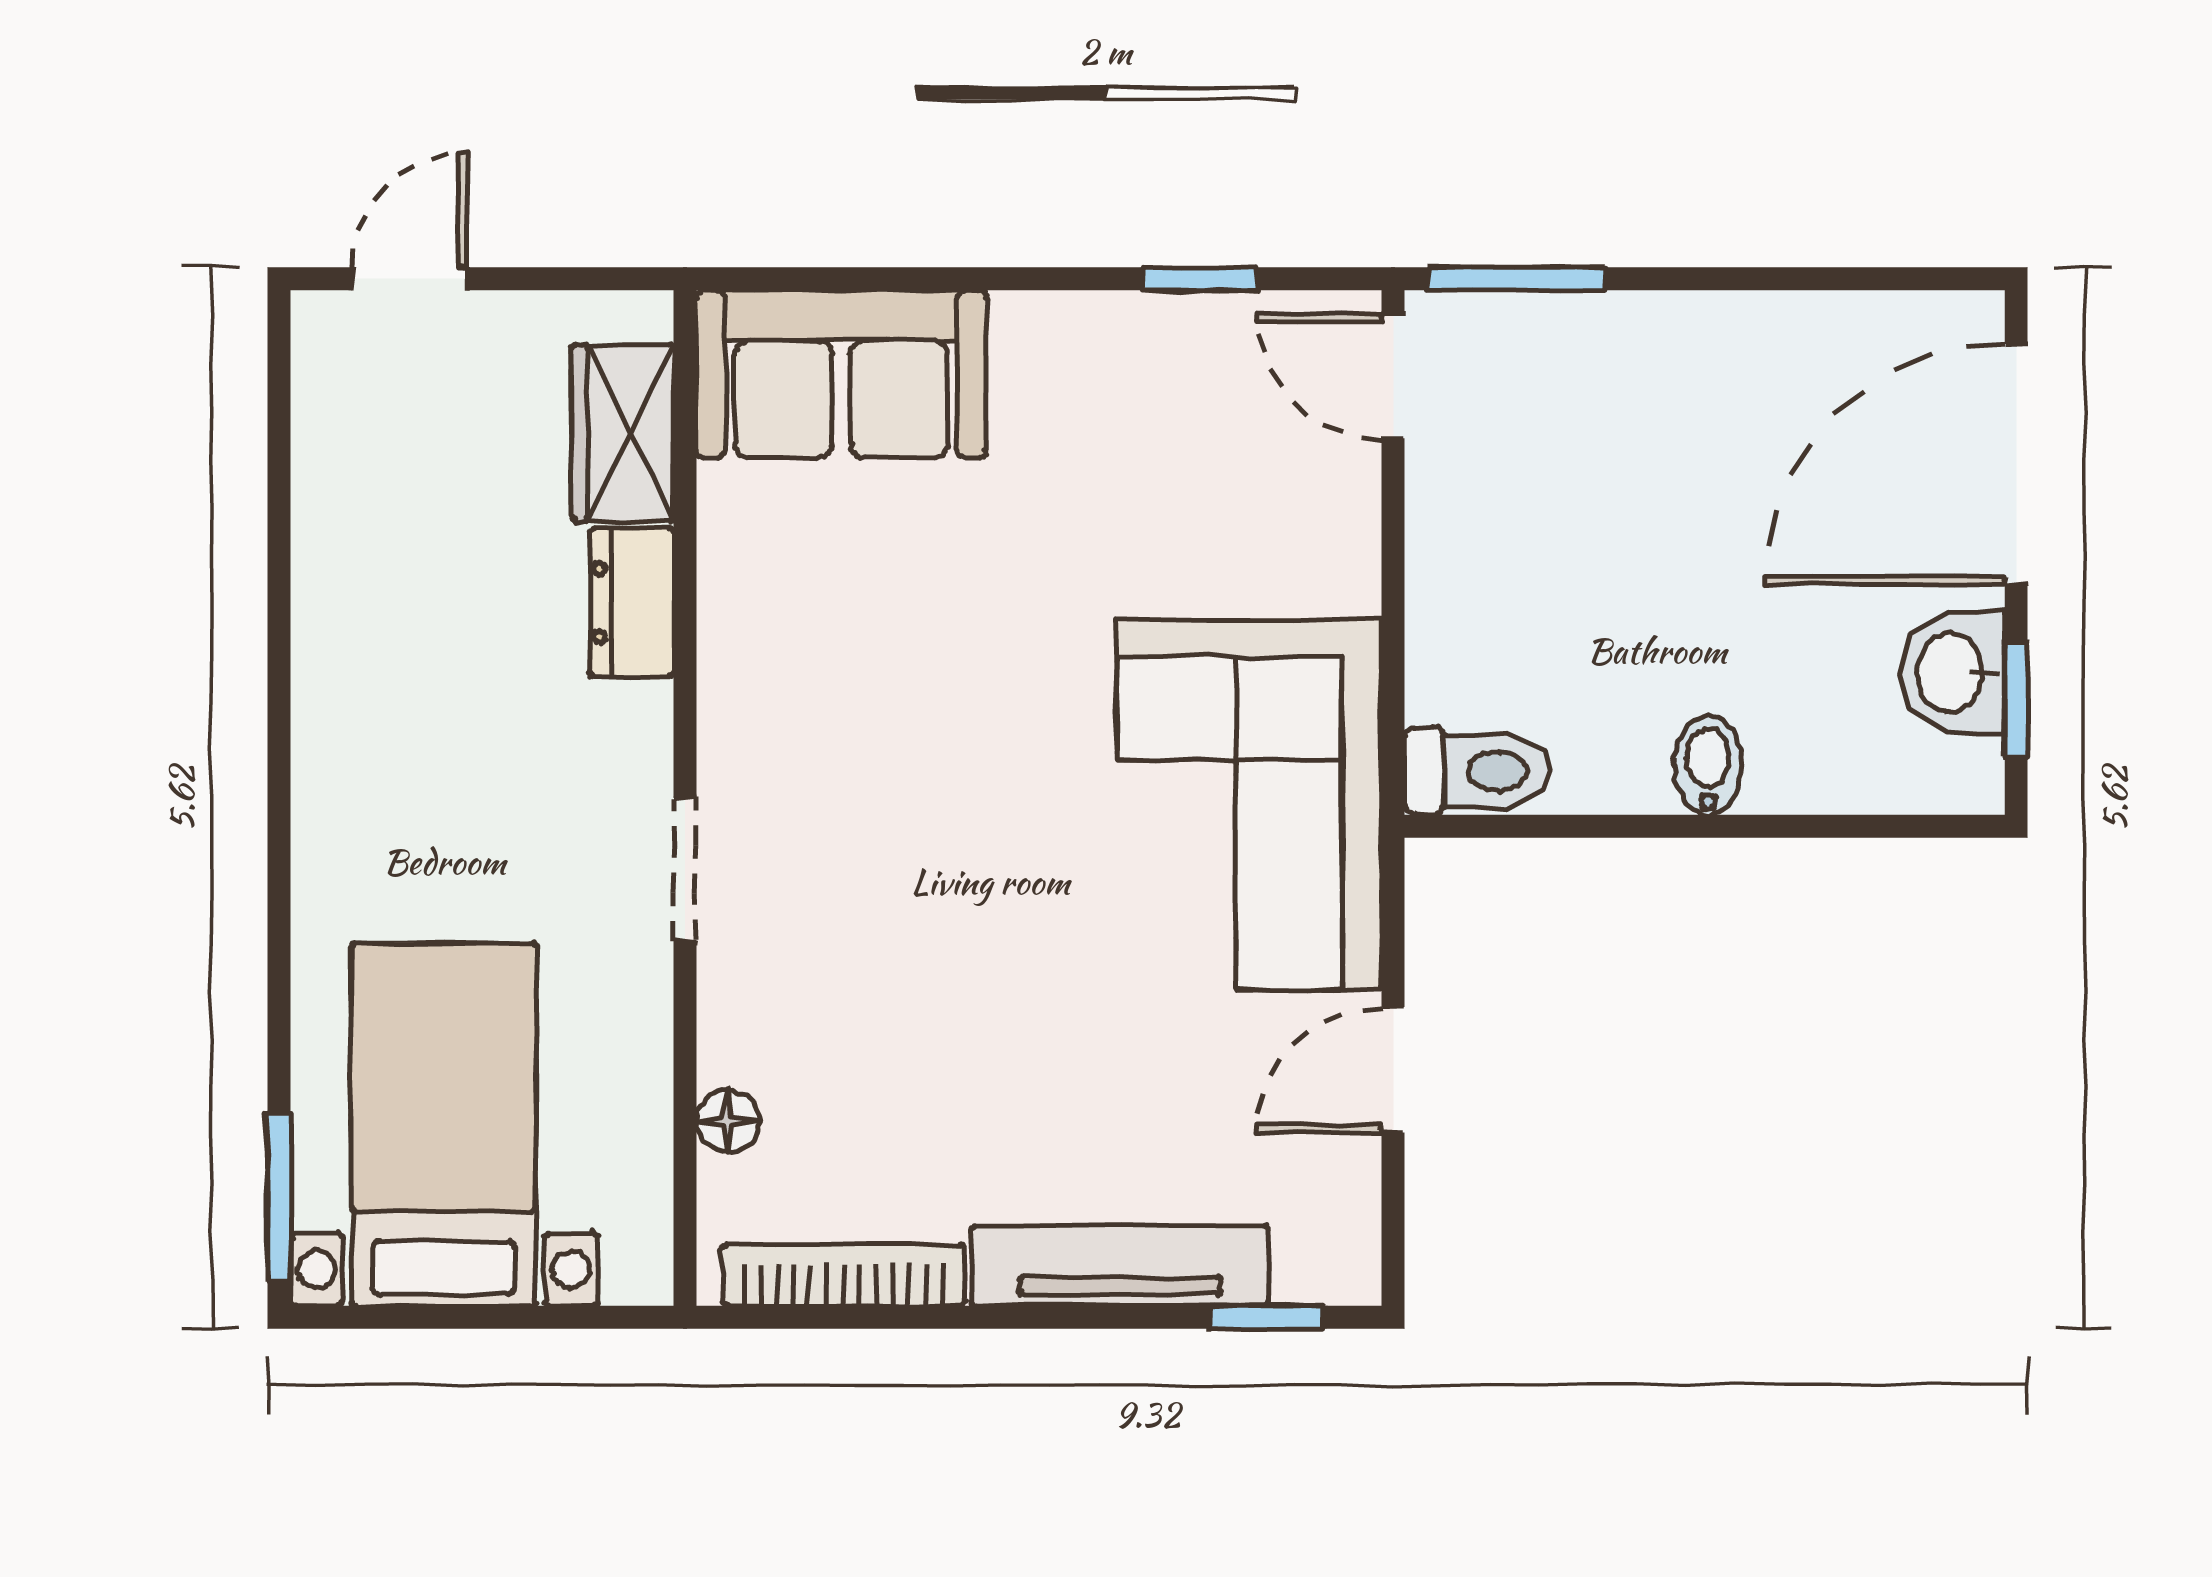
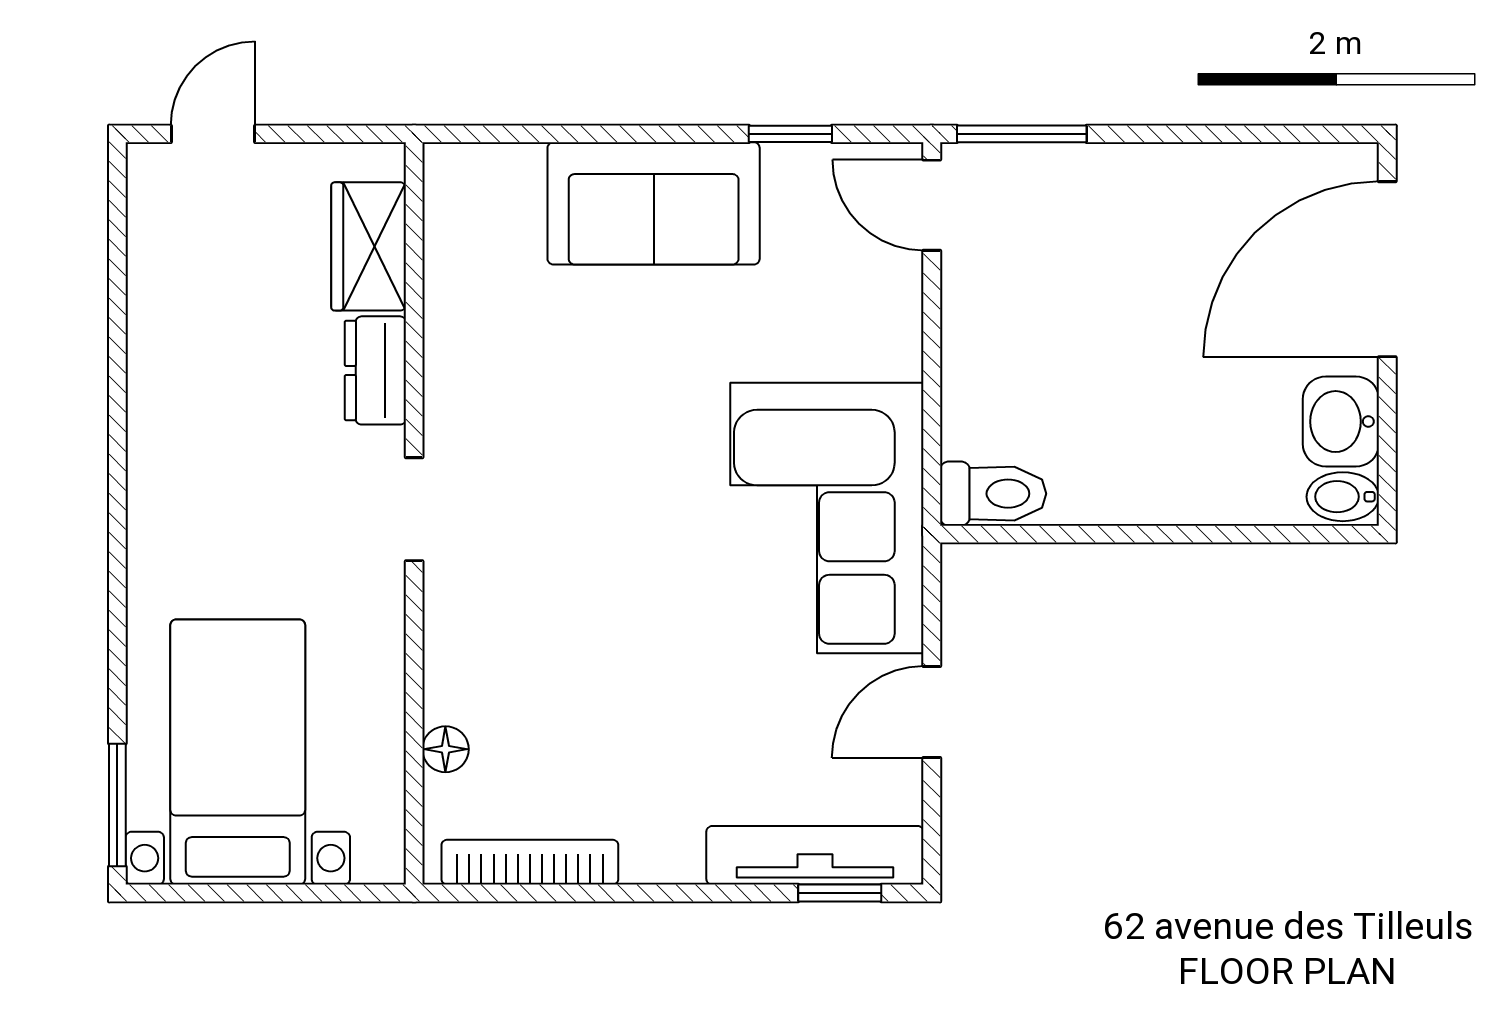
sofa: (841, 374) -> (654, 203), moved
window: (2016, 699) -> (1387, 441), removed
bidet: (1708, 765) -> (1343, 497), moved, turned -90
doorway: (685, 869) -> (414, 509), moved
tv unit: (1120, 1266) -> (815, 855), moved

